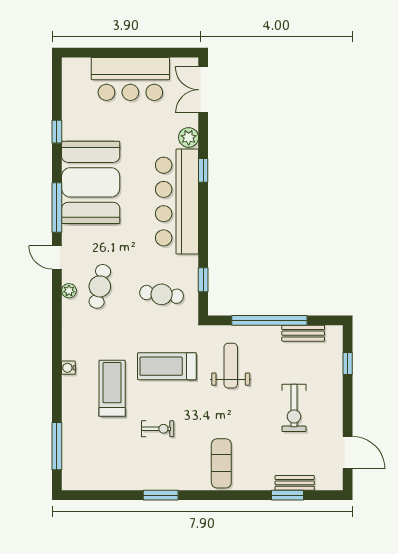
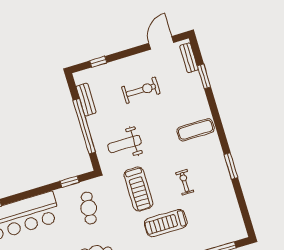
bench: (295, 483) -> (189, 58), moved

